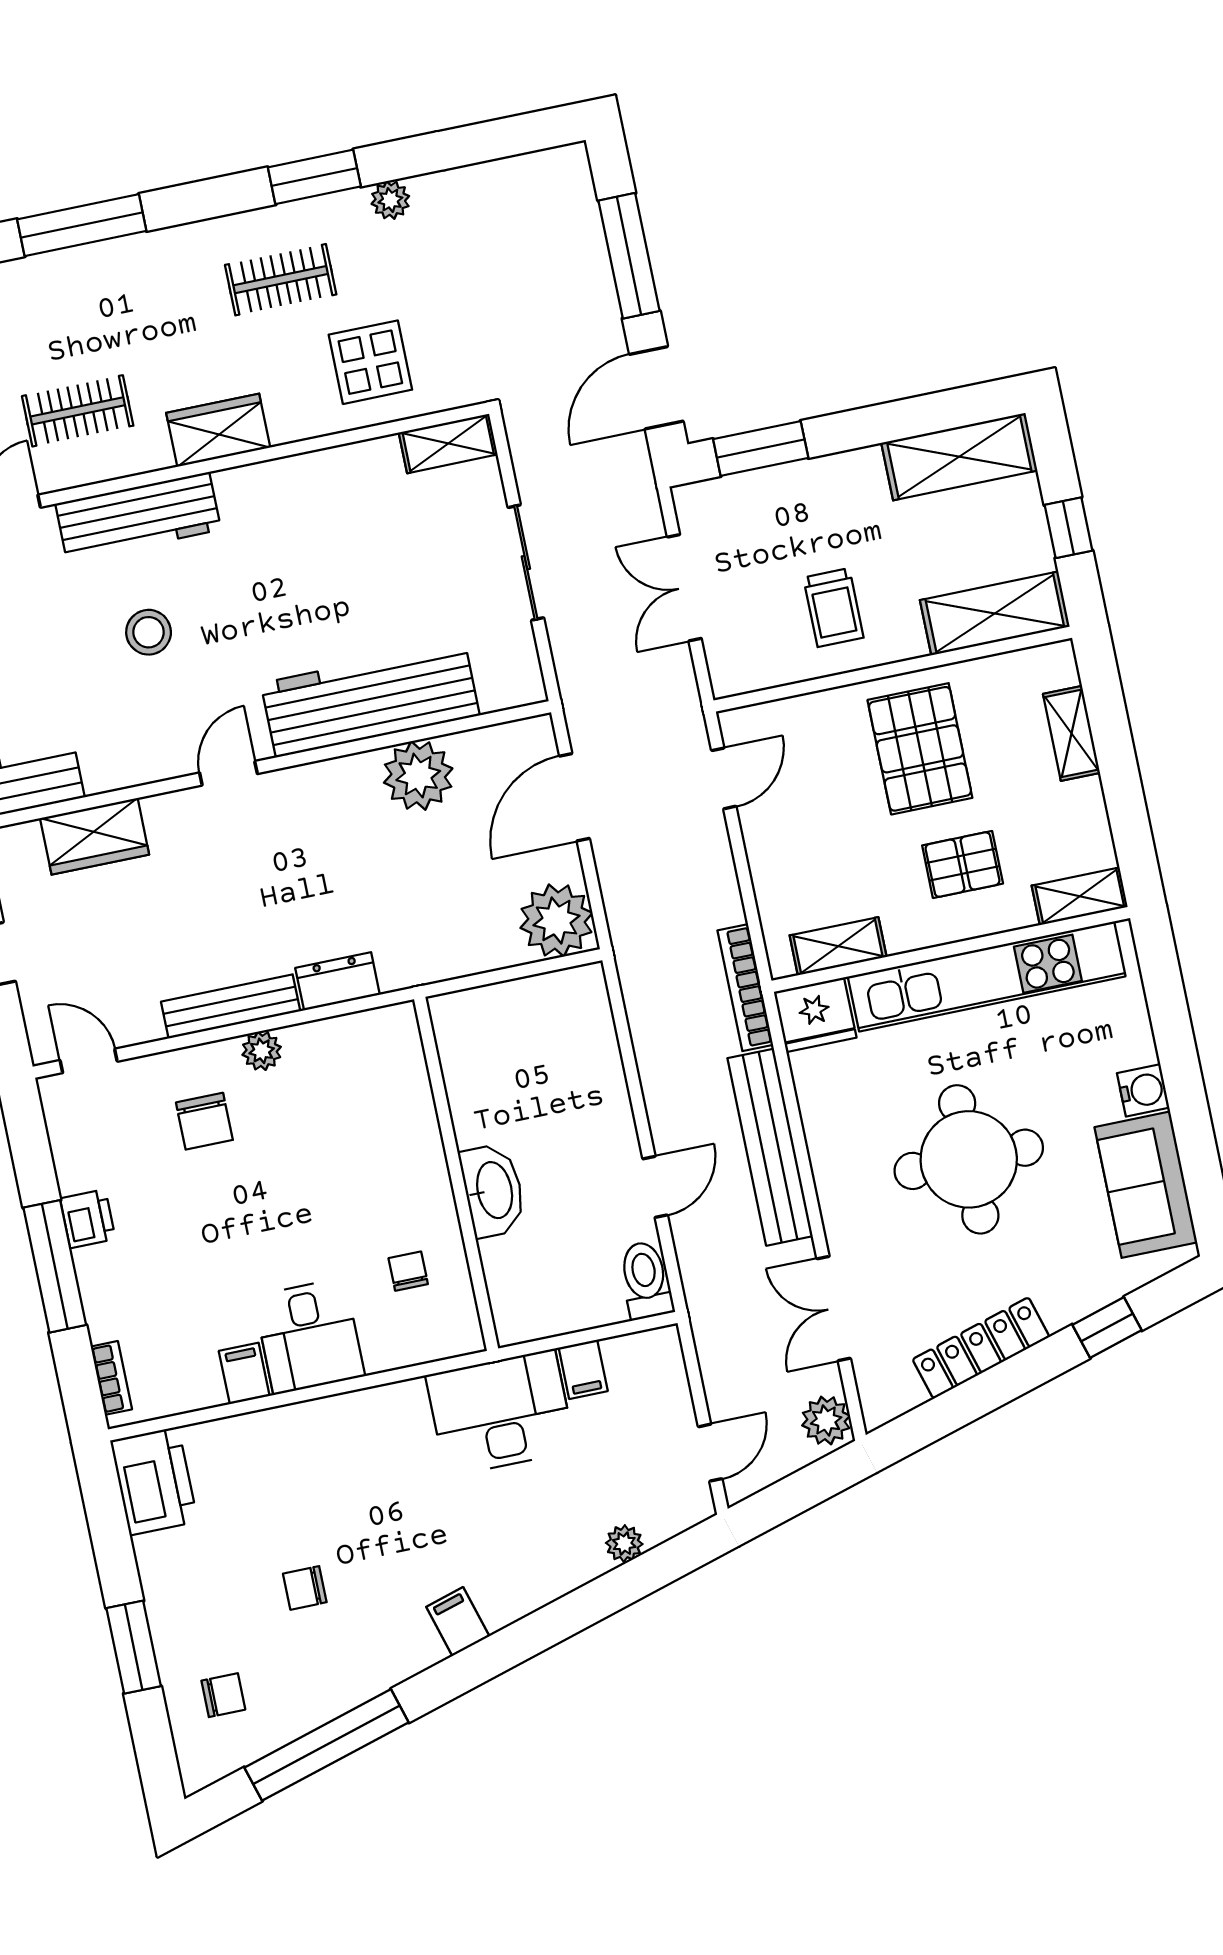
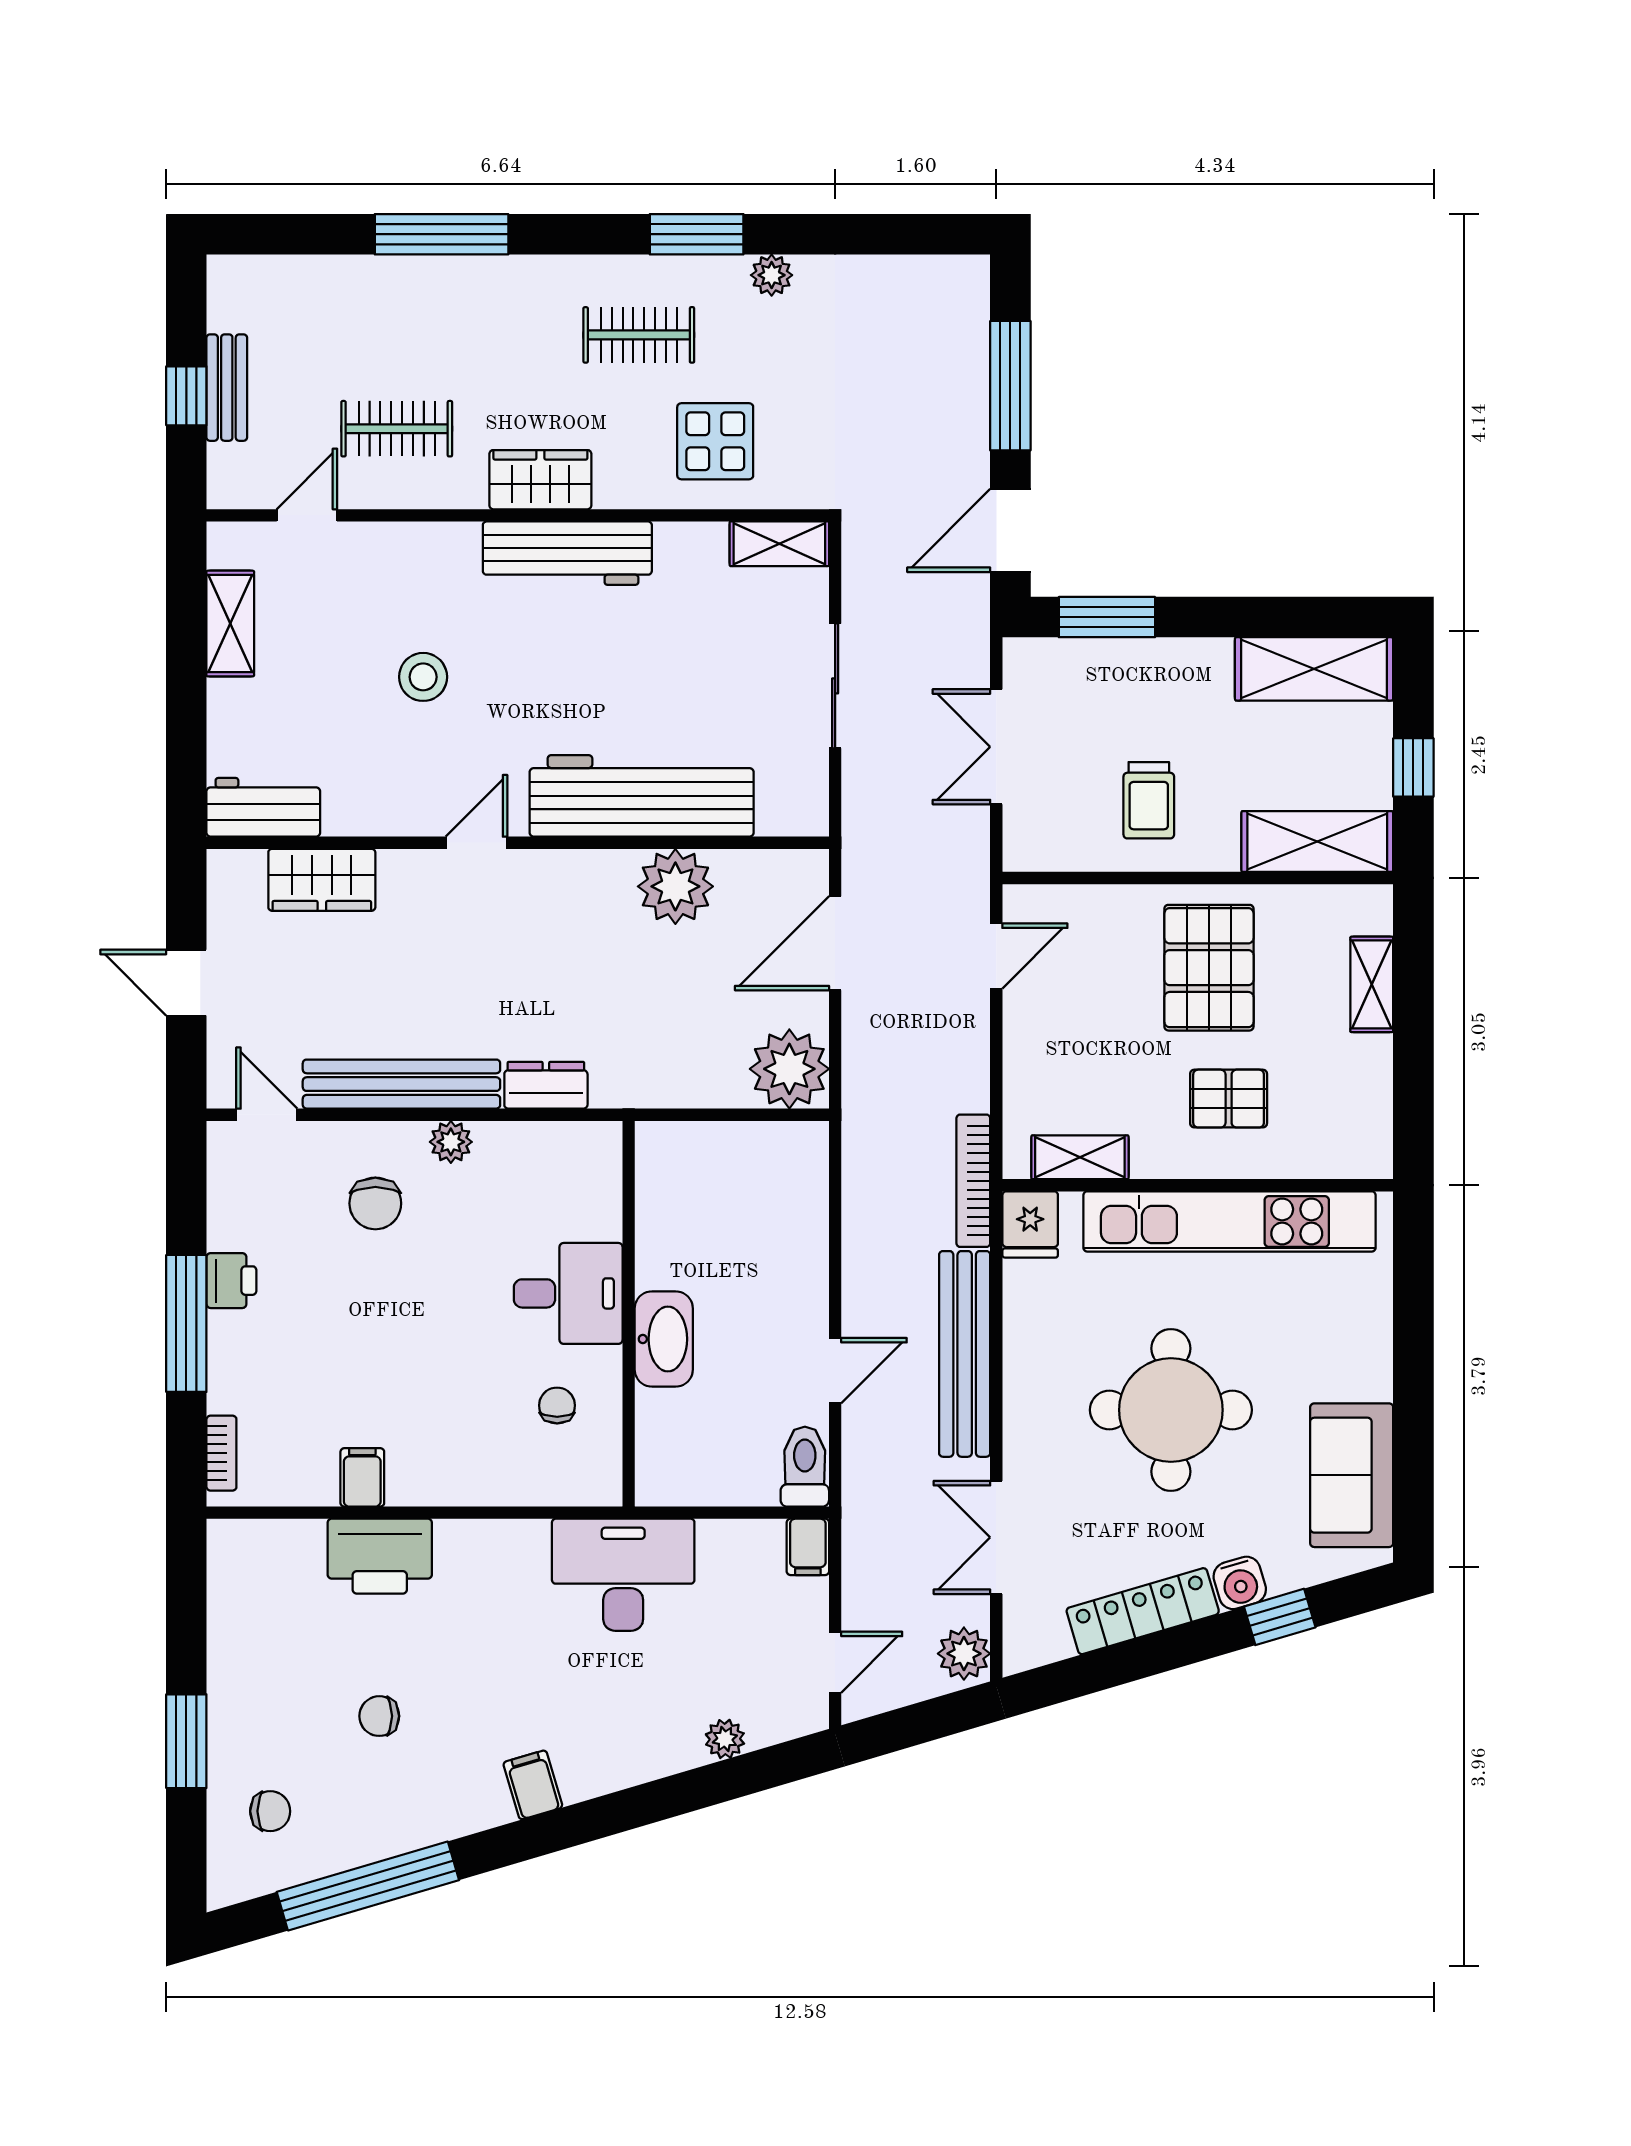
workbench: (138, 517) -> (567, 553), moved
shelving: (1080, 896) -> (1345, 1157), removed
bench: (231, 1006) -> (401, 1084), width x1.37, depth x1.21
fridge: (815, 1015) -> (1030, 1224), width x0.72
water cooler: (1143, 1090) -> (1240, 1583), moved, turned 74
desk: (309, 1336) -> (568, 1293), moved, turned -90
filing cabinet: (583, 1369) -> (808, 1547), moved
printer: (154, 1481) -> (380, 1556), moved, turned 90

